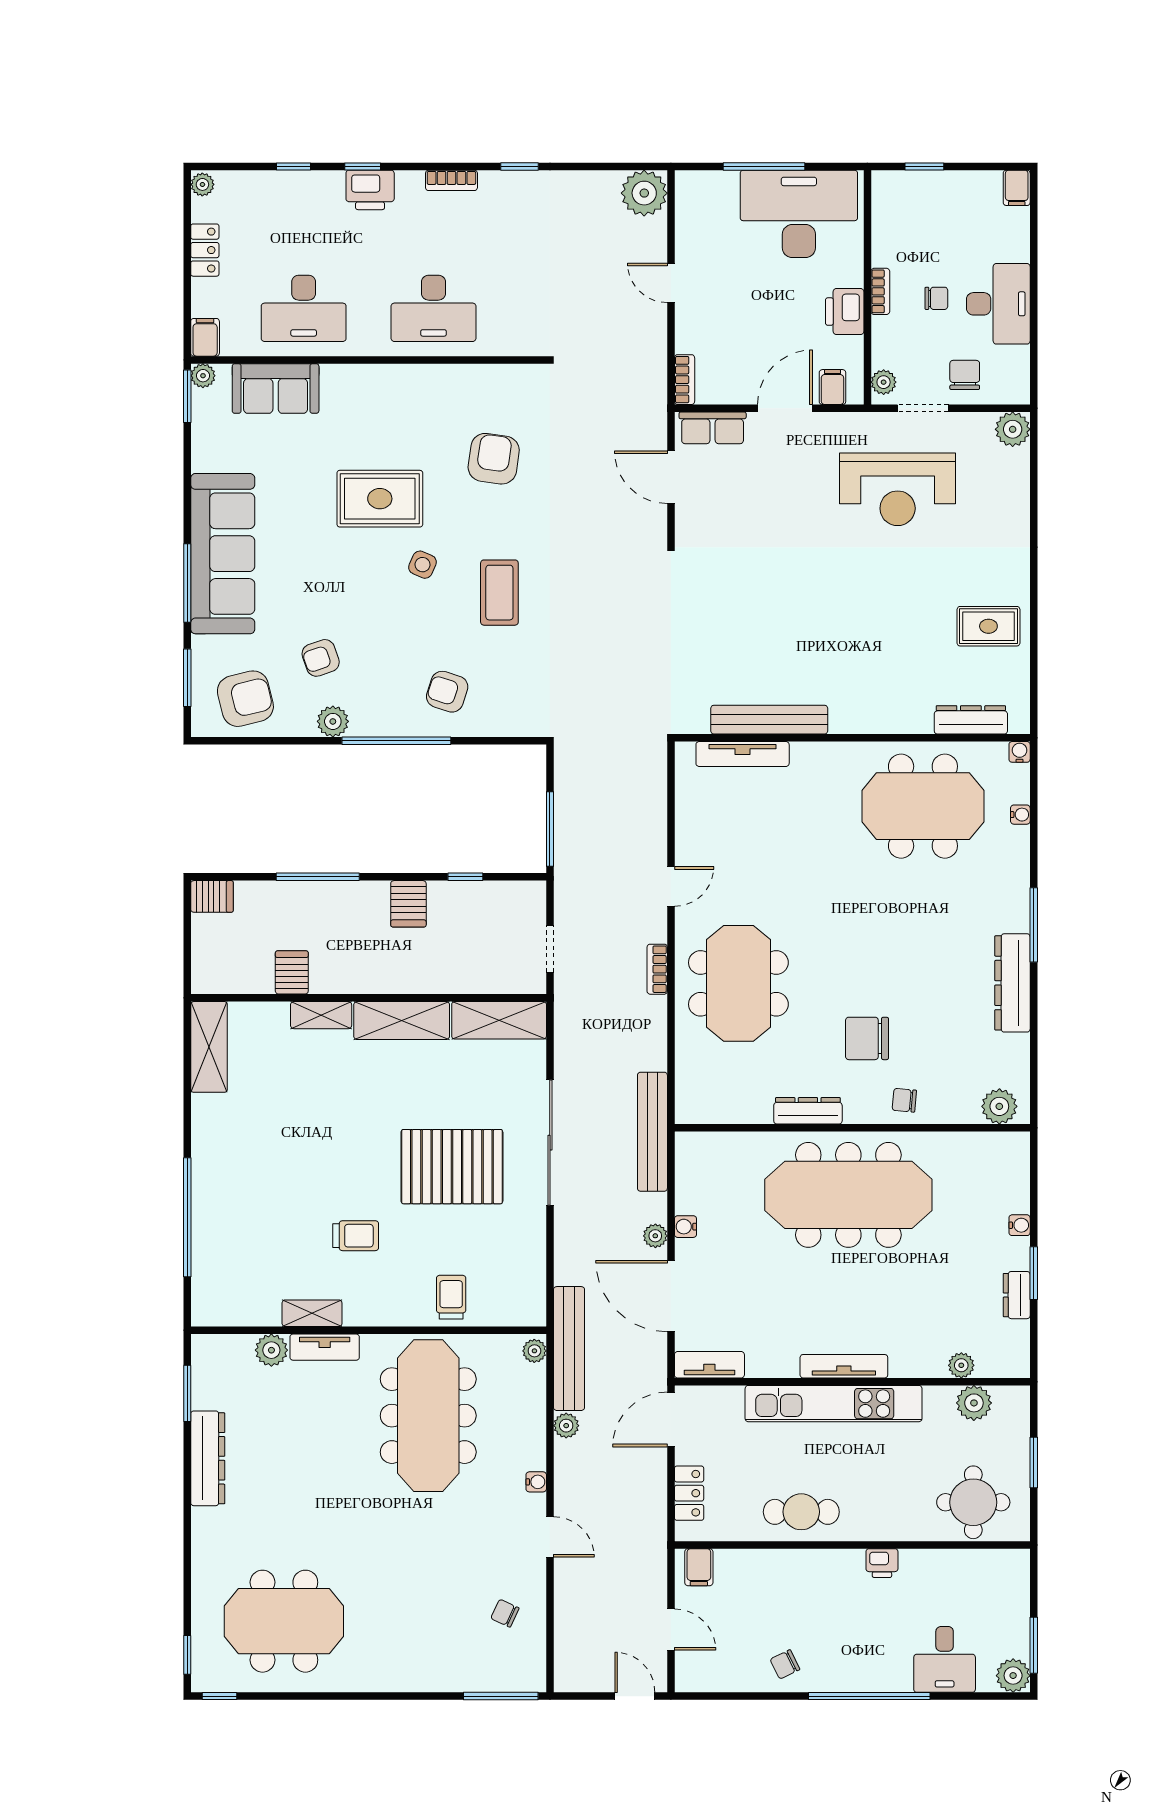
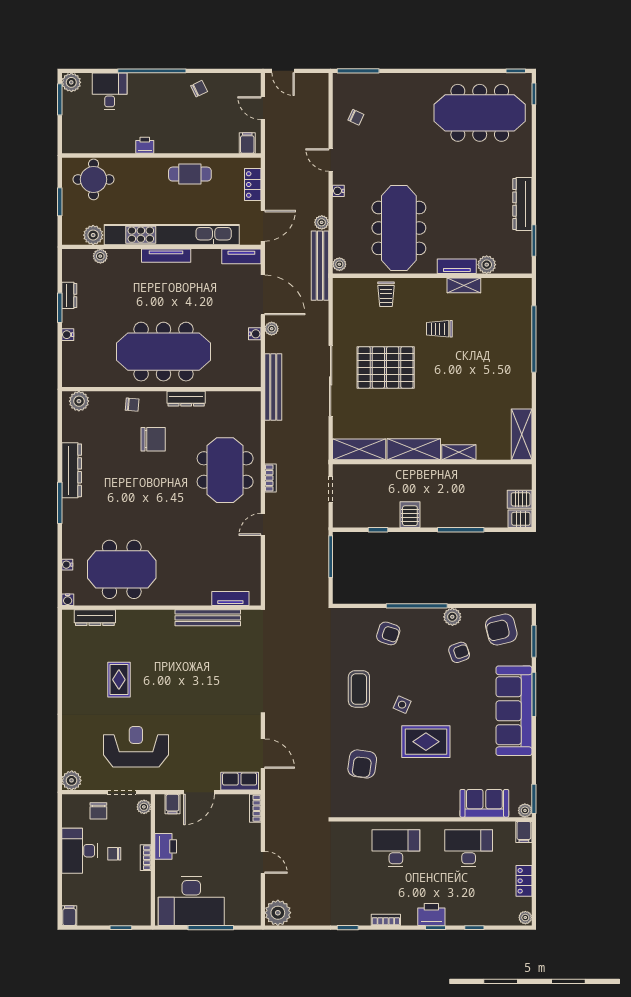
rug: (988, 626) -> (119, 680), moved, turned 90
tv unit: (743, 754) -> (230, 599), width x0.71
server rack: (292, 972) -> (520, 499), moved, turned 90
kitchen unit: (834, 1404) -> (172, 235), width x1.36
meeting table: (284, 1621) -> (480, 113), width x1.36

